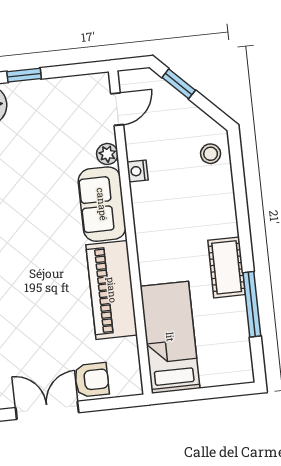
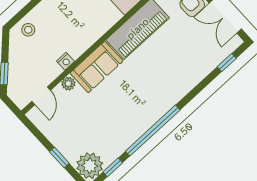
door: (117, 109) -> (41, 96), swing flipped

